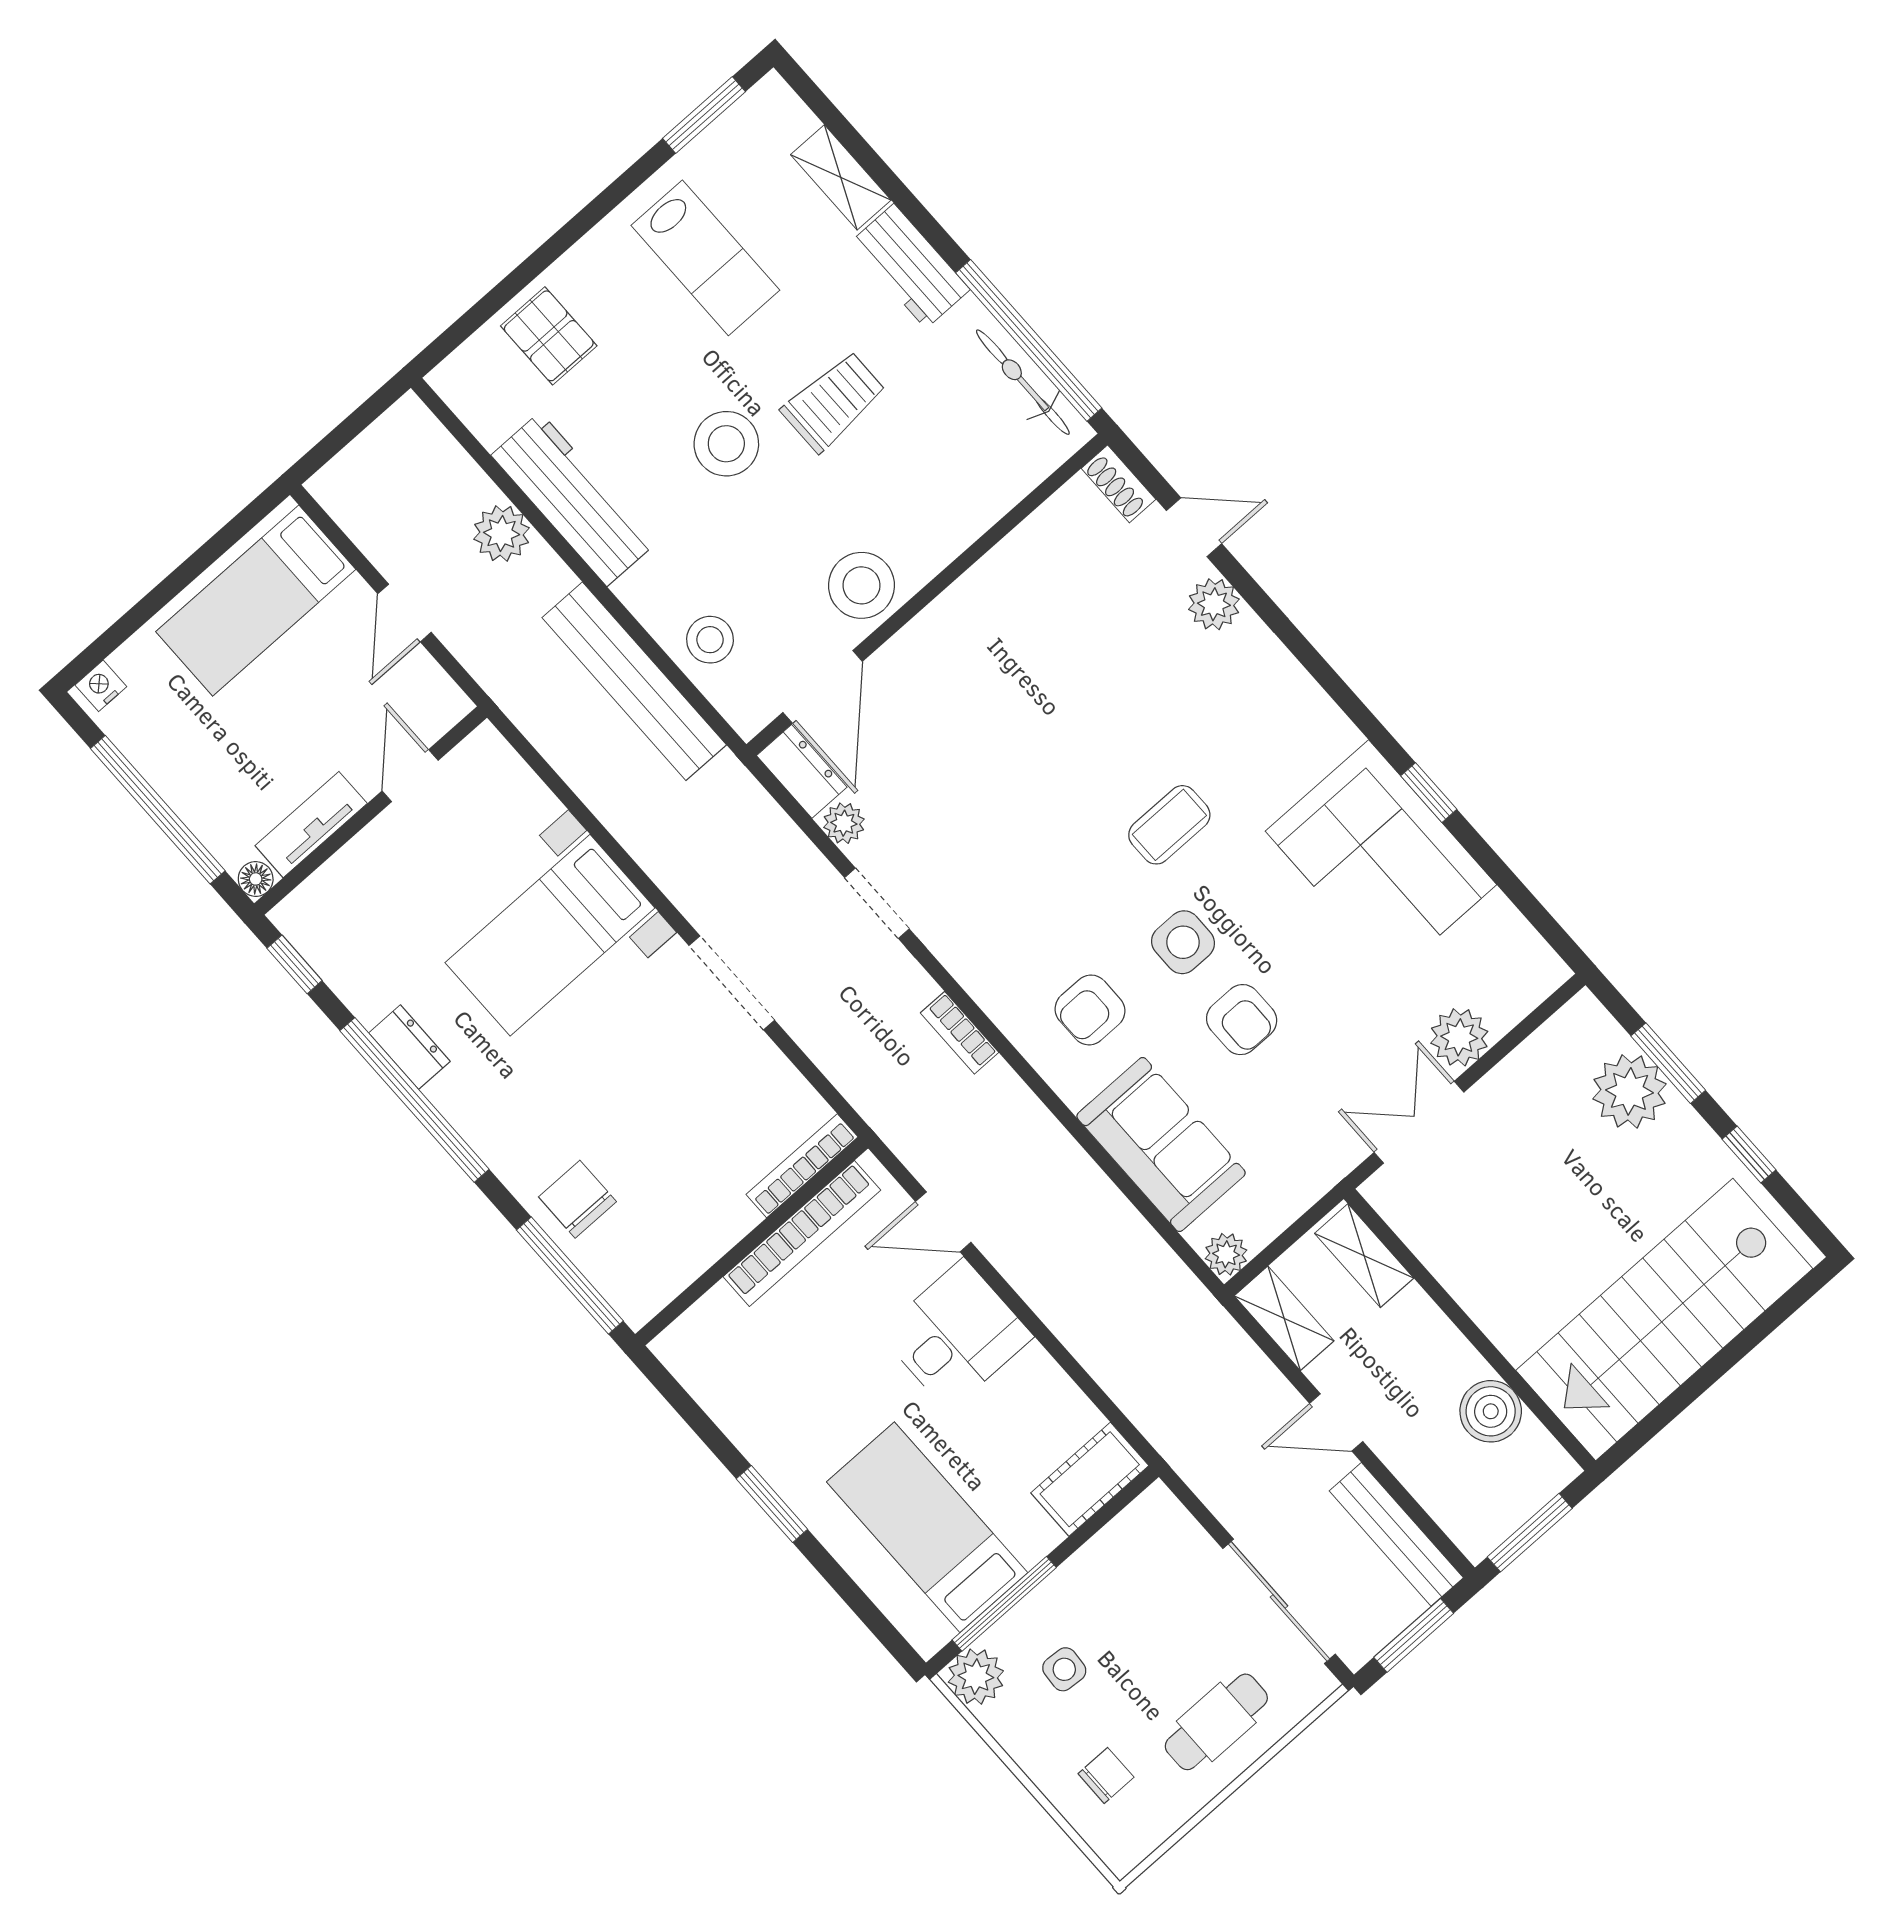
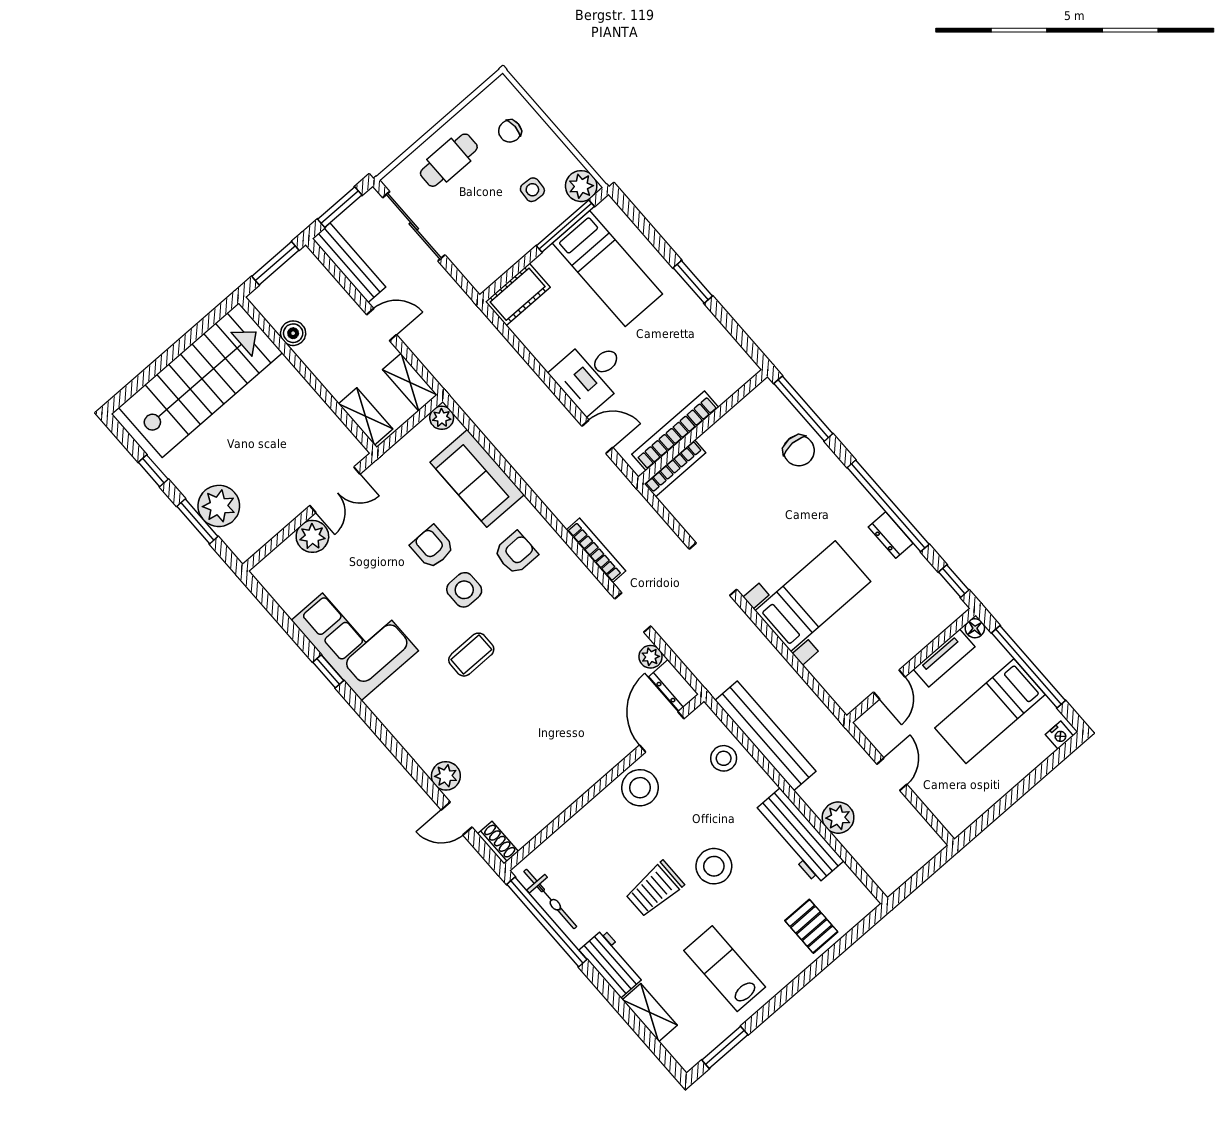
bed: (256, 601) -> (990, 711), moved, turned 180
bookcase: (959, 1033) -> (596, 550), width x1.56
boiler: (1491, 1411) -> (293, 333), width x0.73, depth x0.73

